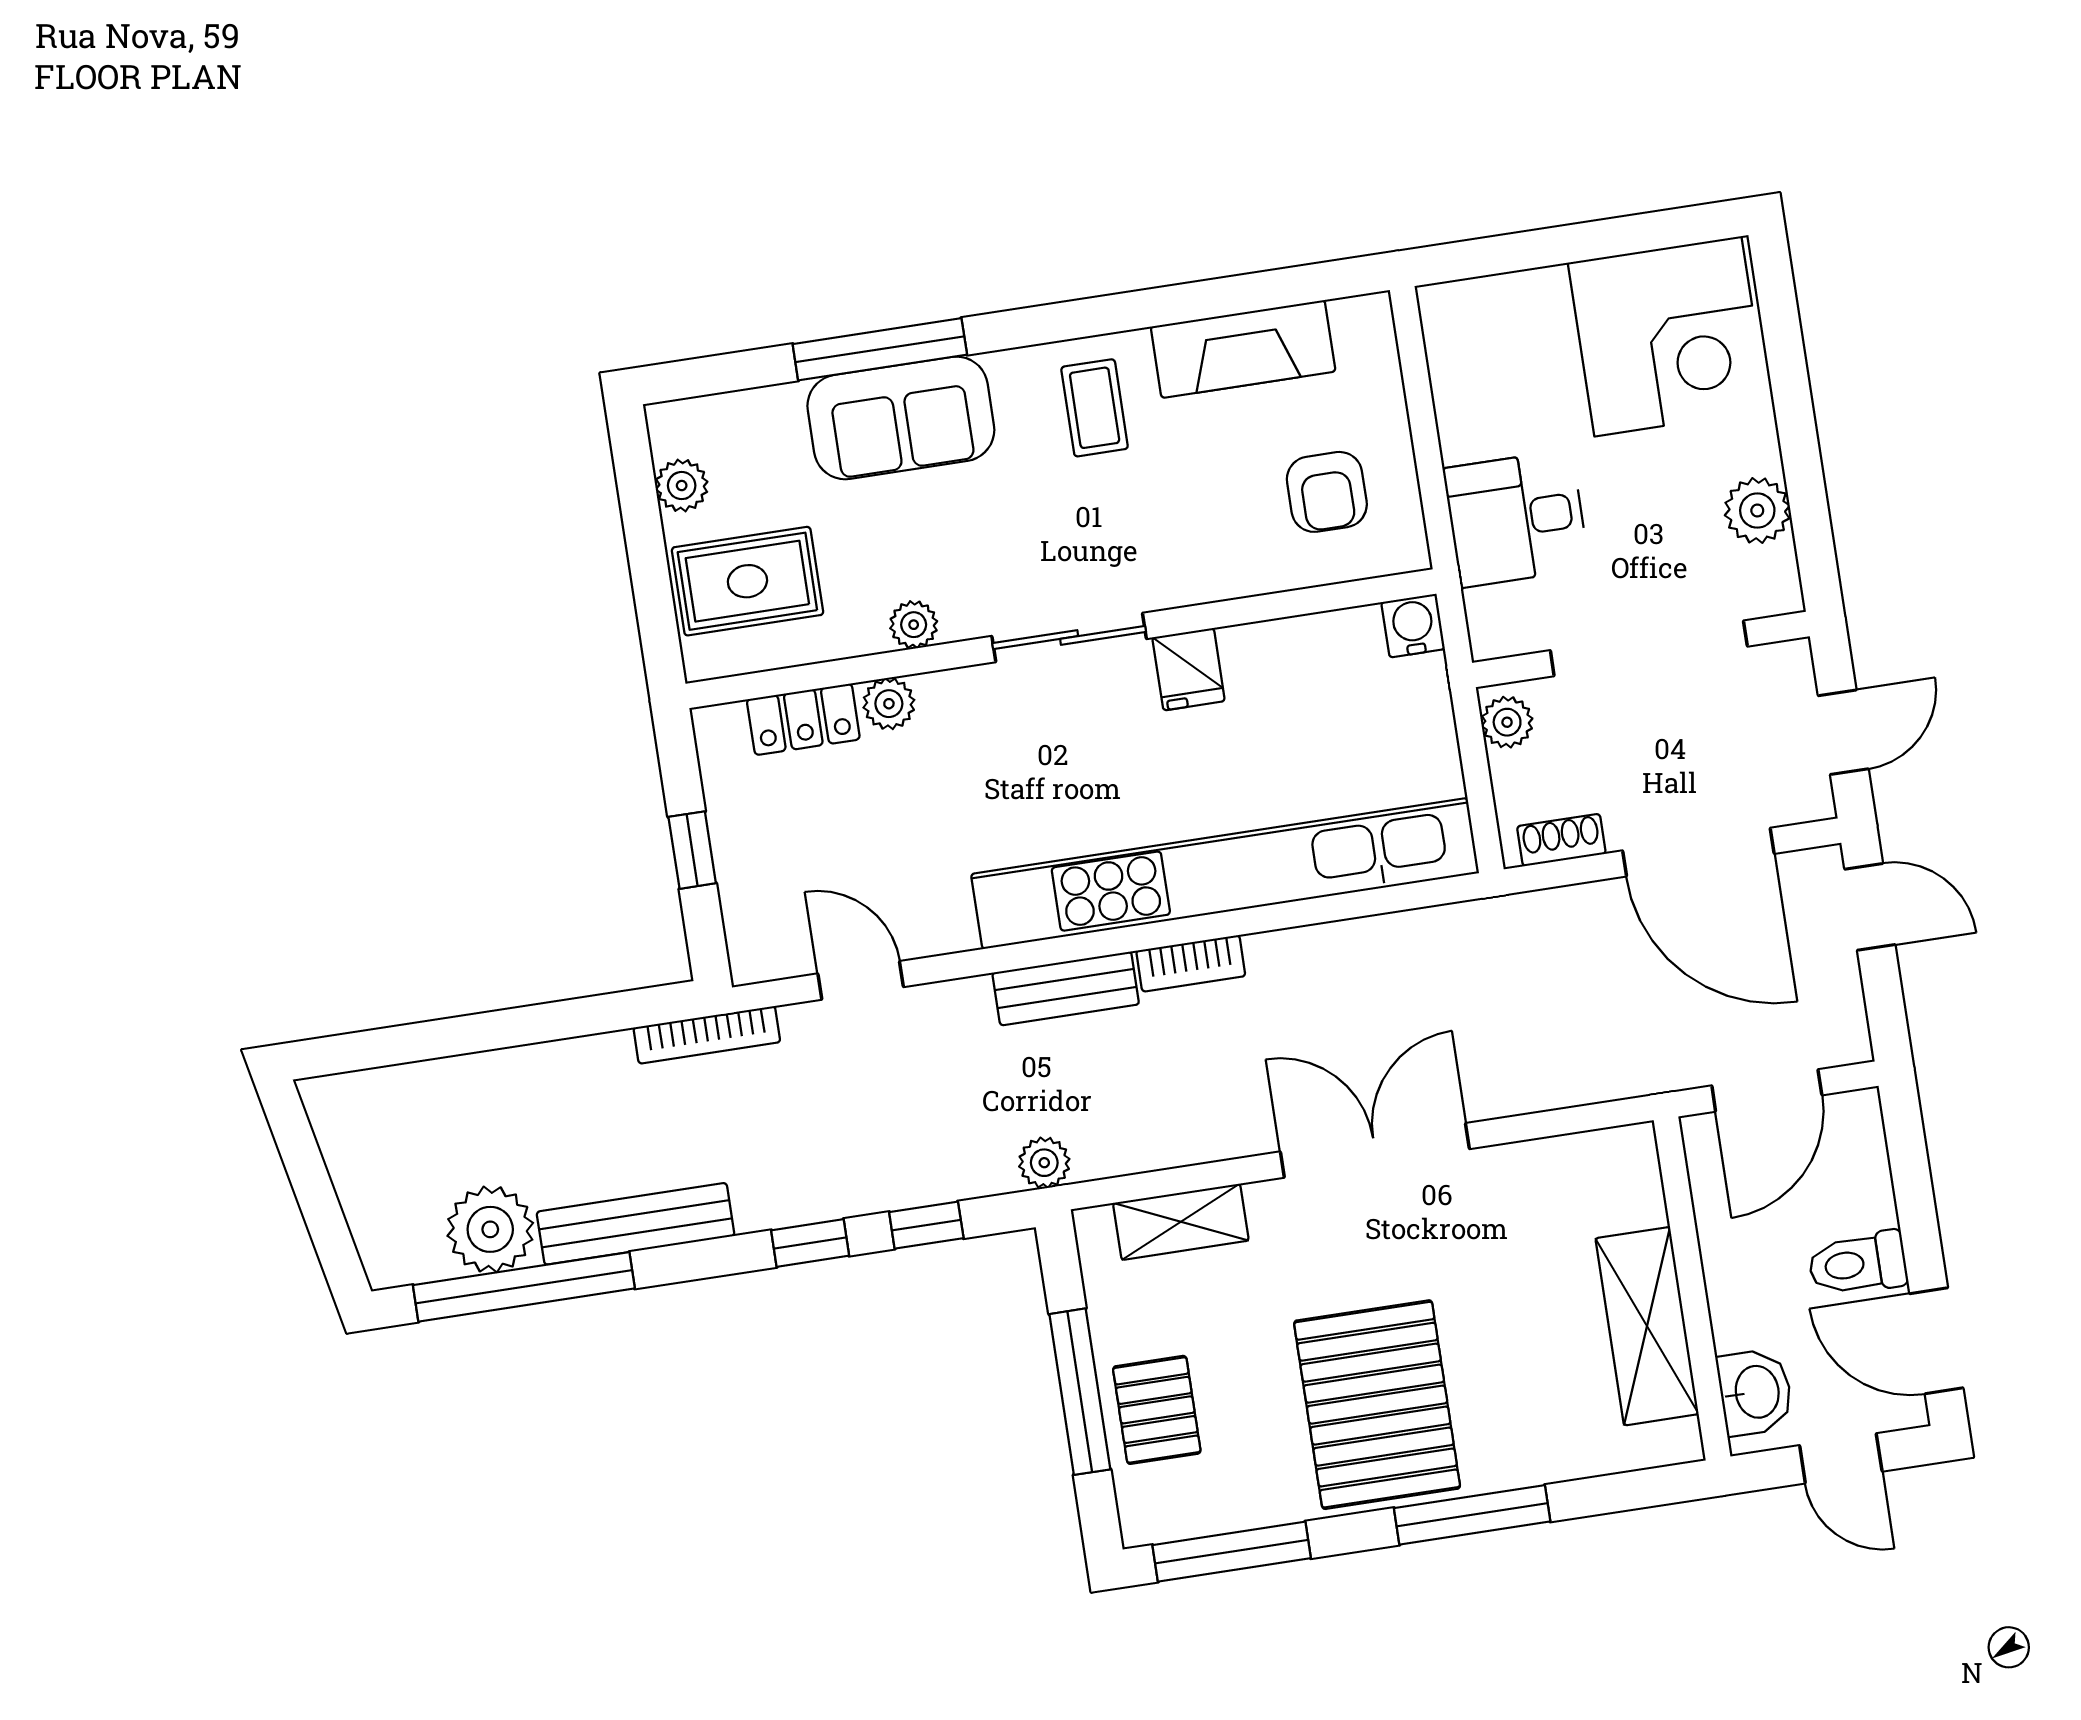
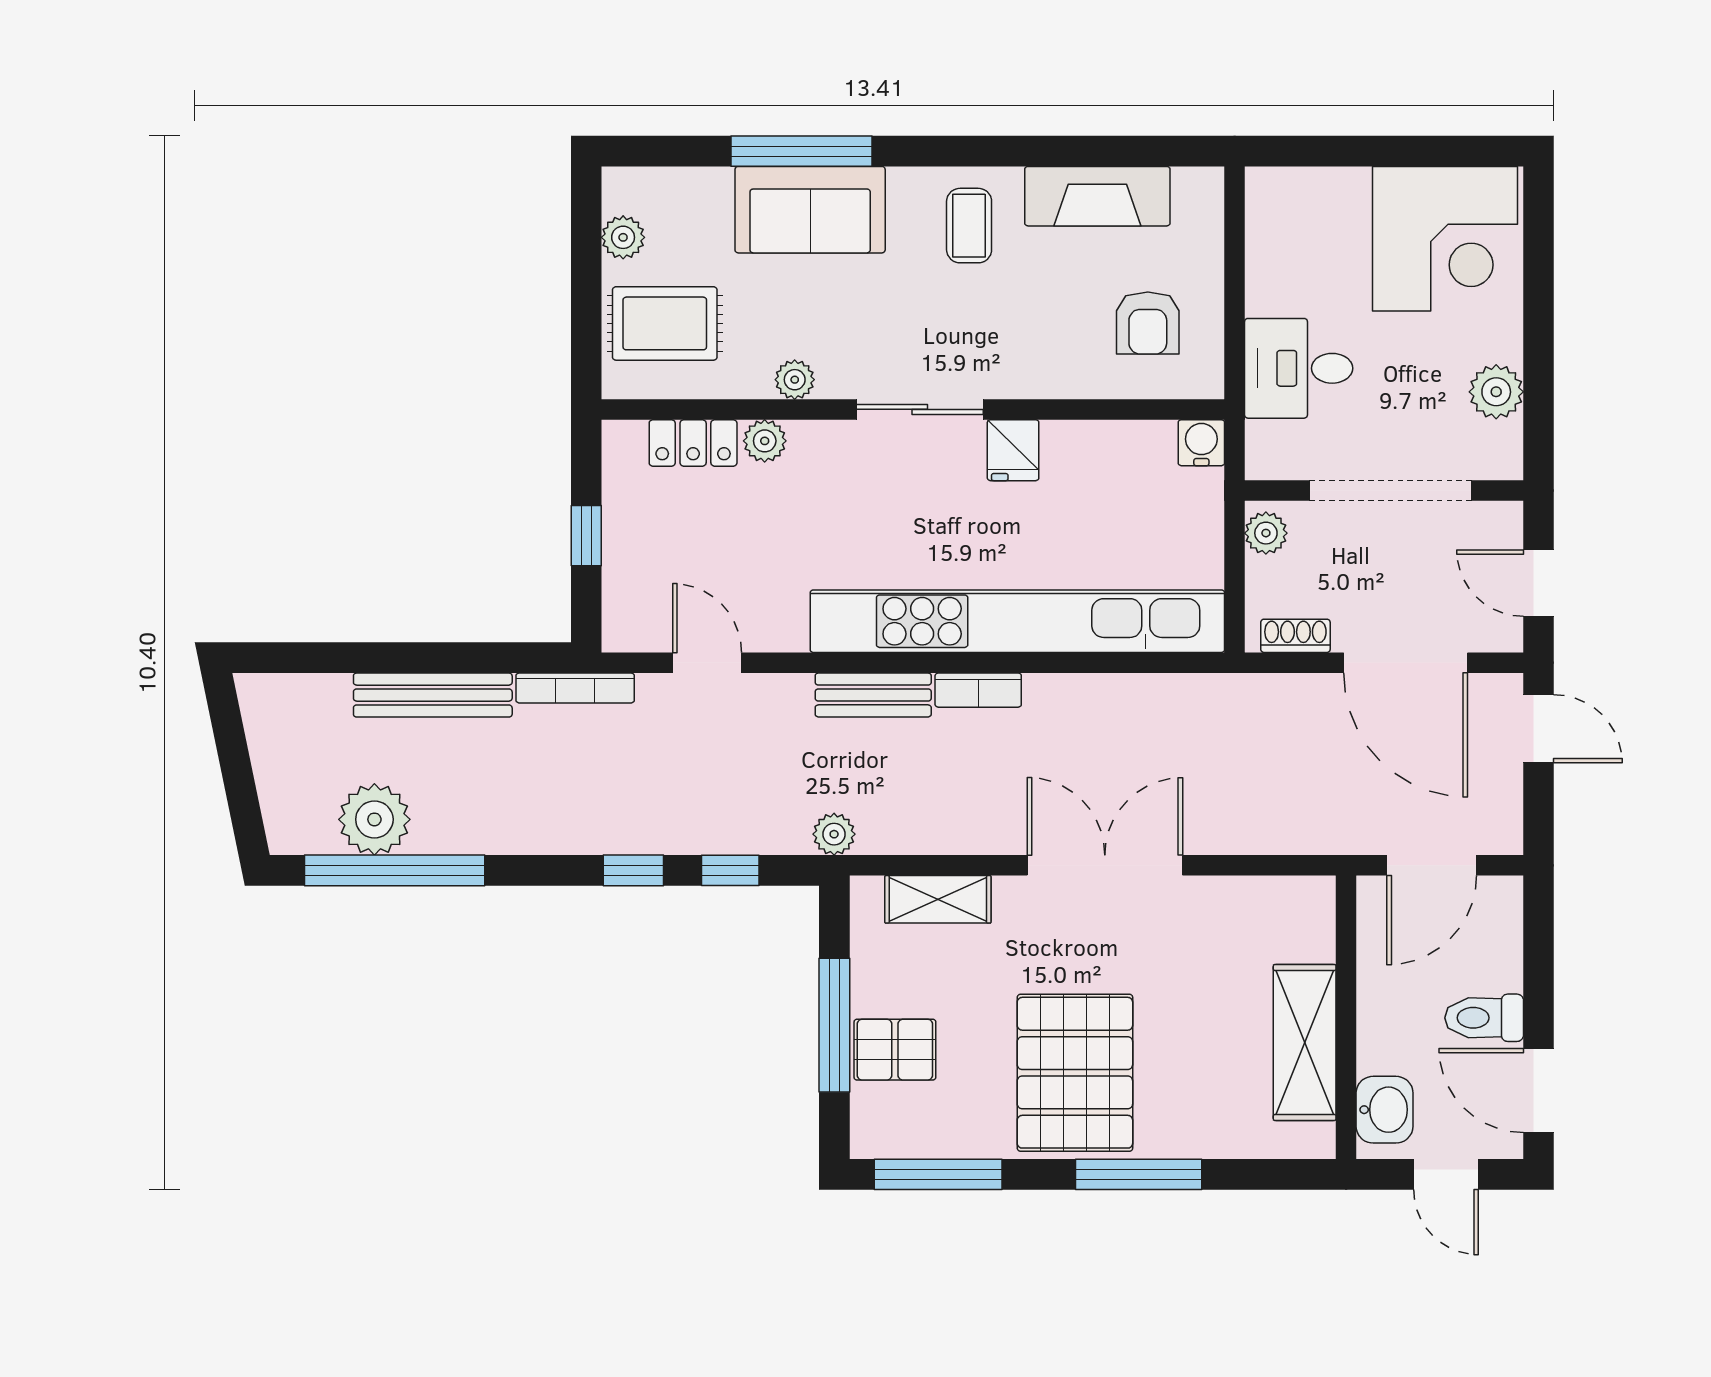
door: (1843, 732) -> (1539, 583), swing flipped
bench: (636, 1224) -> (433, 695), moved
pallet: (1157, 1410) -> (895, 1050), turned 90

